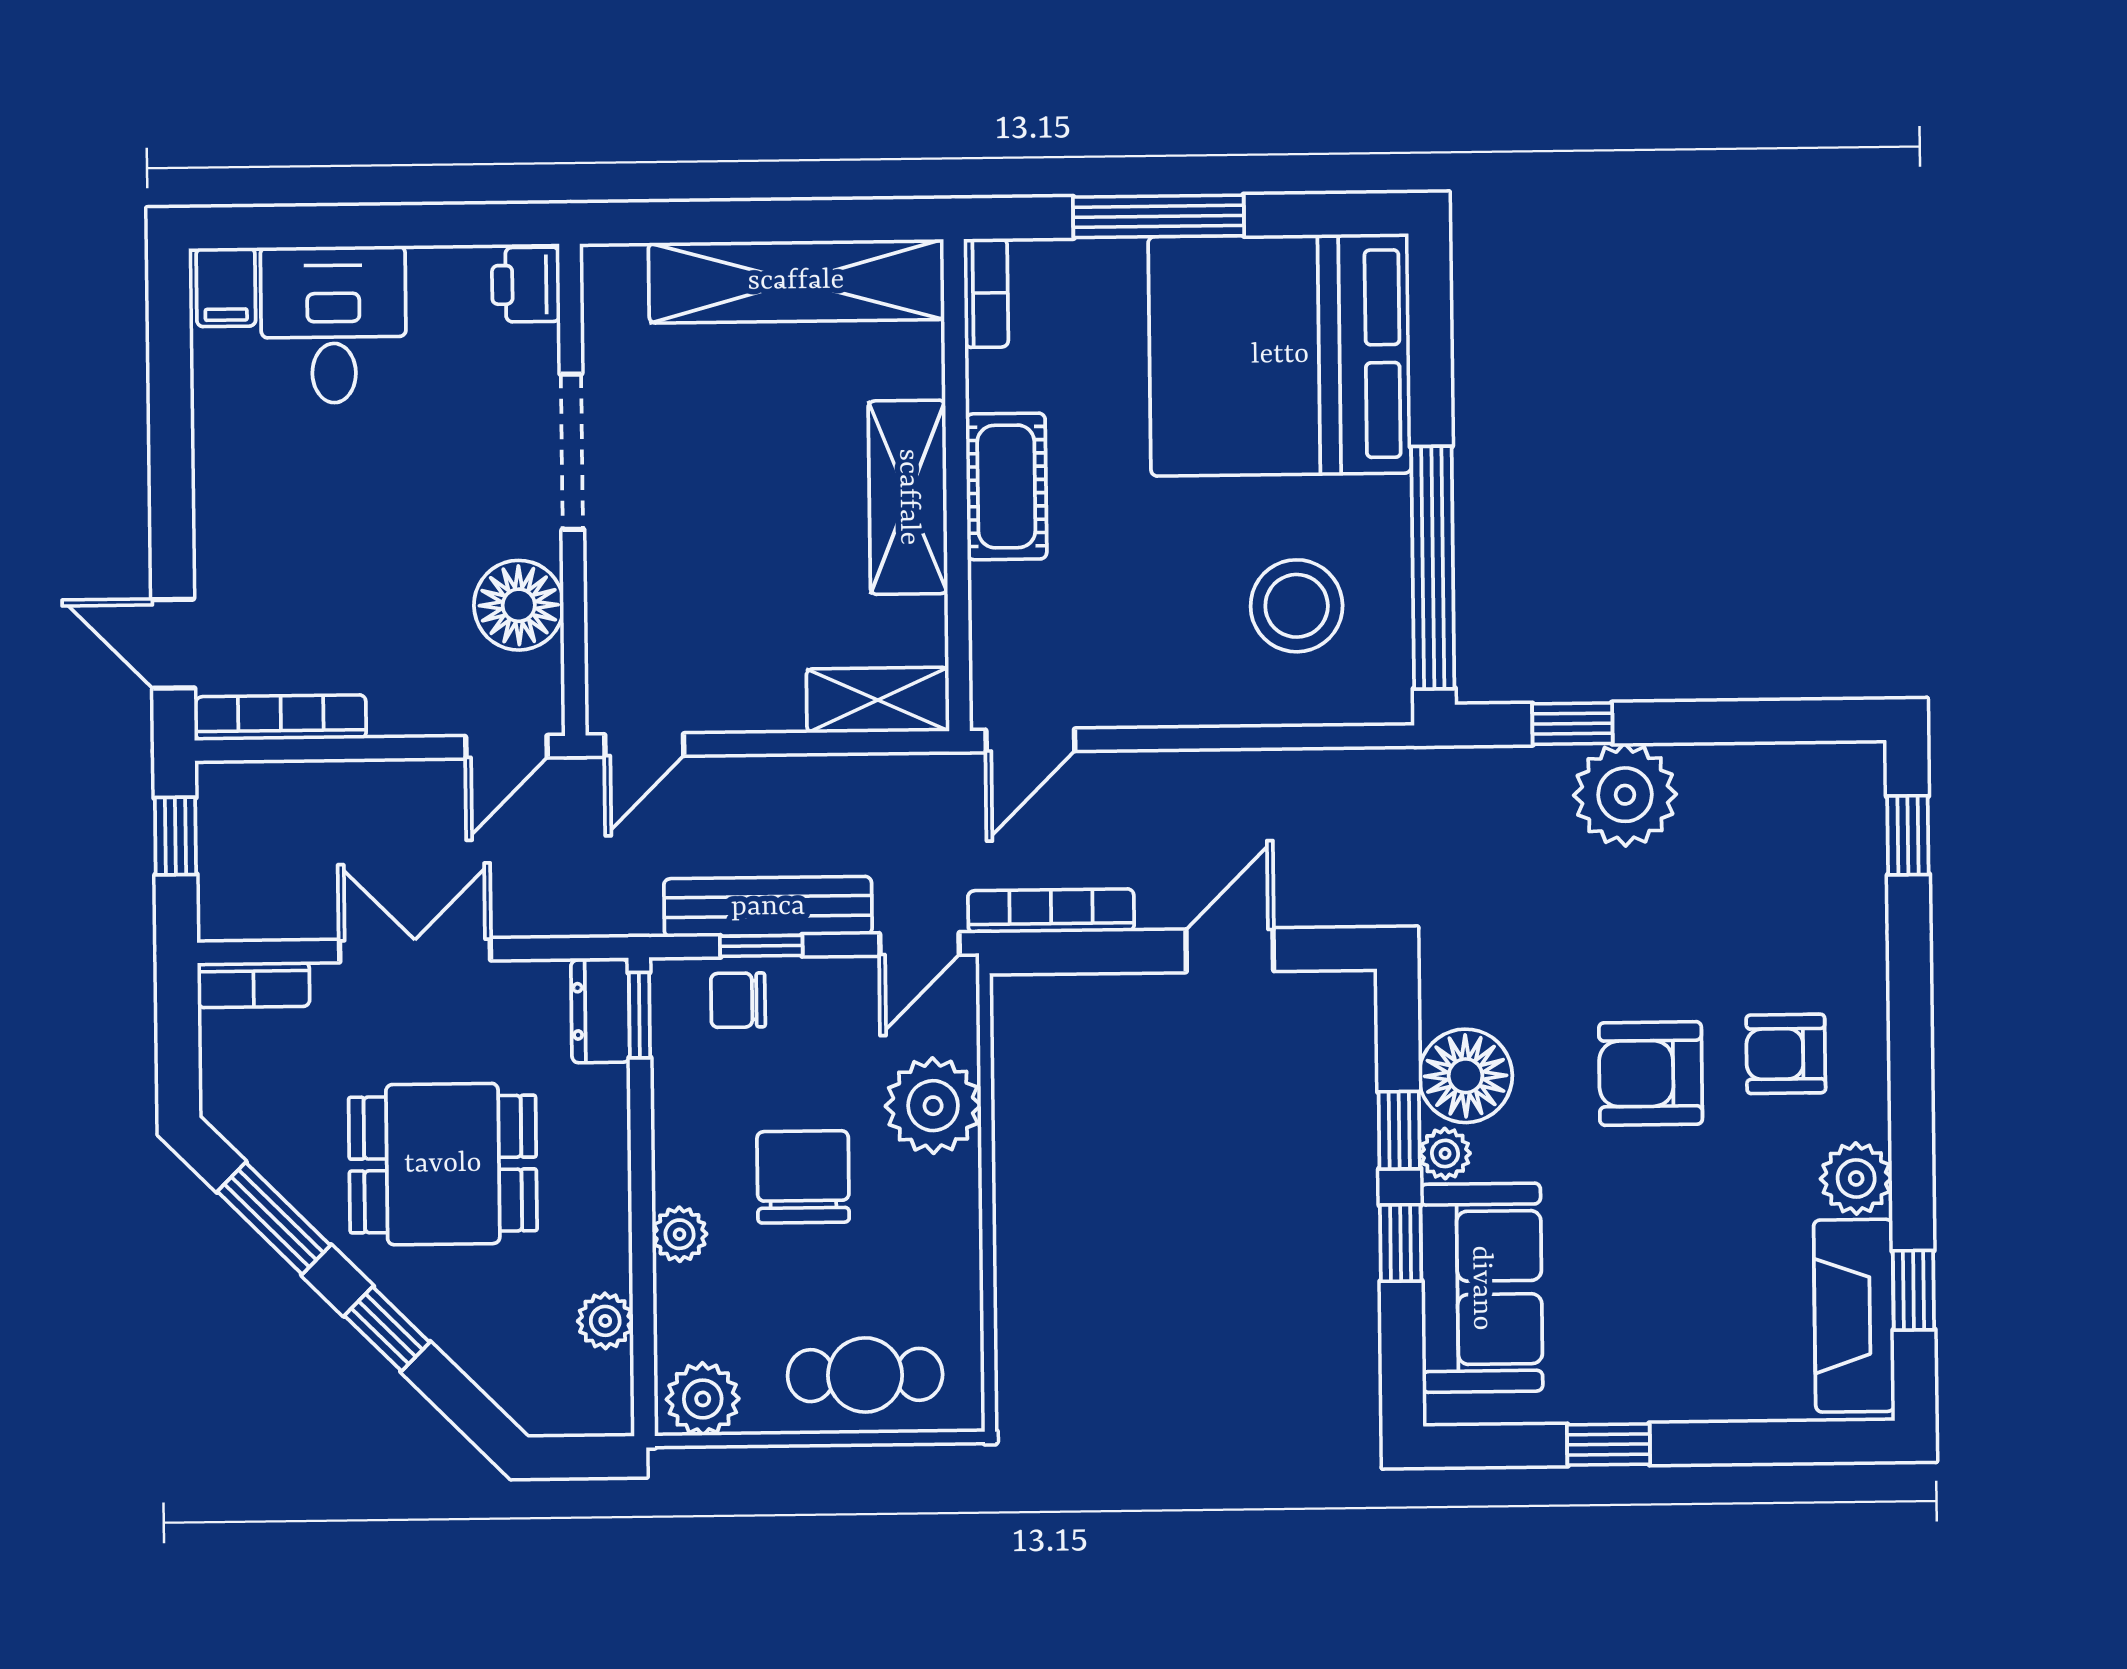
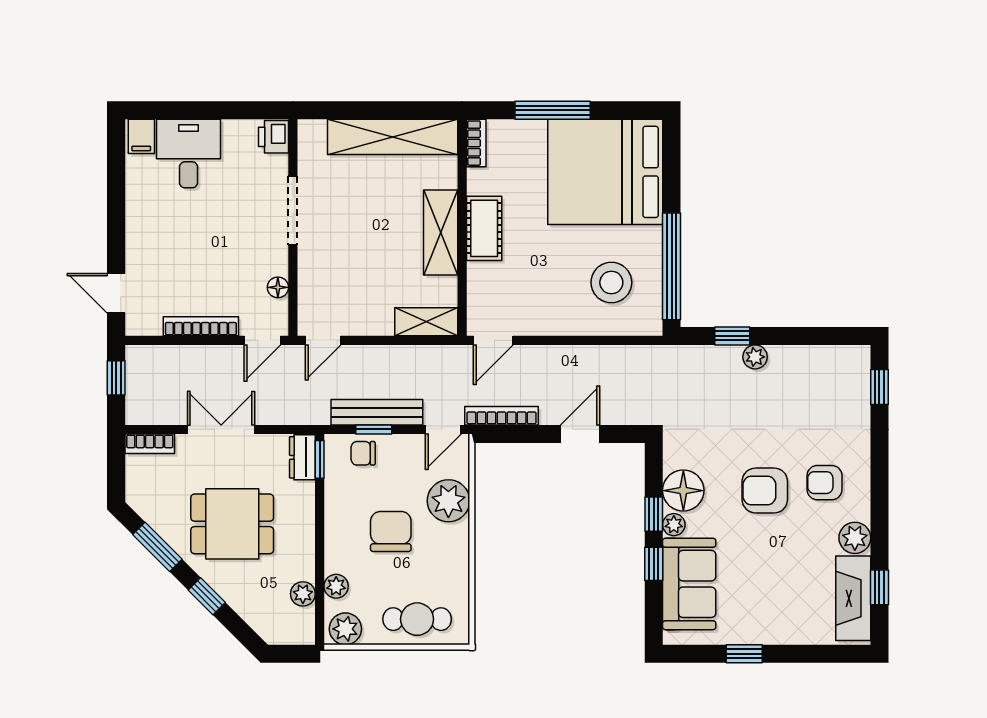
floor lamp: (519, 605) -> (278, 287), width x0.53, depth x0.53
bookcase: (281, 718) -> (201, 326), moved
plant: (1625, 795) -> (755, 357), width x0.53, depth x0.53
plant: (679, 1234) -> (336, 586), moved

